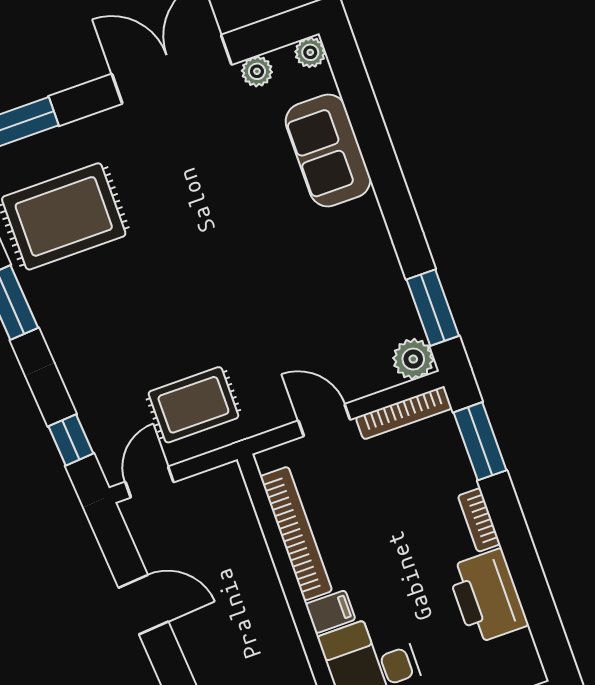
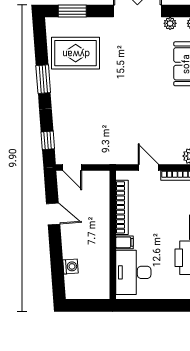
rug: (193, 405) -> (100, 144), removed
door: (150, 482) -> (72, 167), swing flipped

